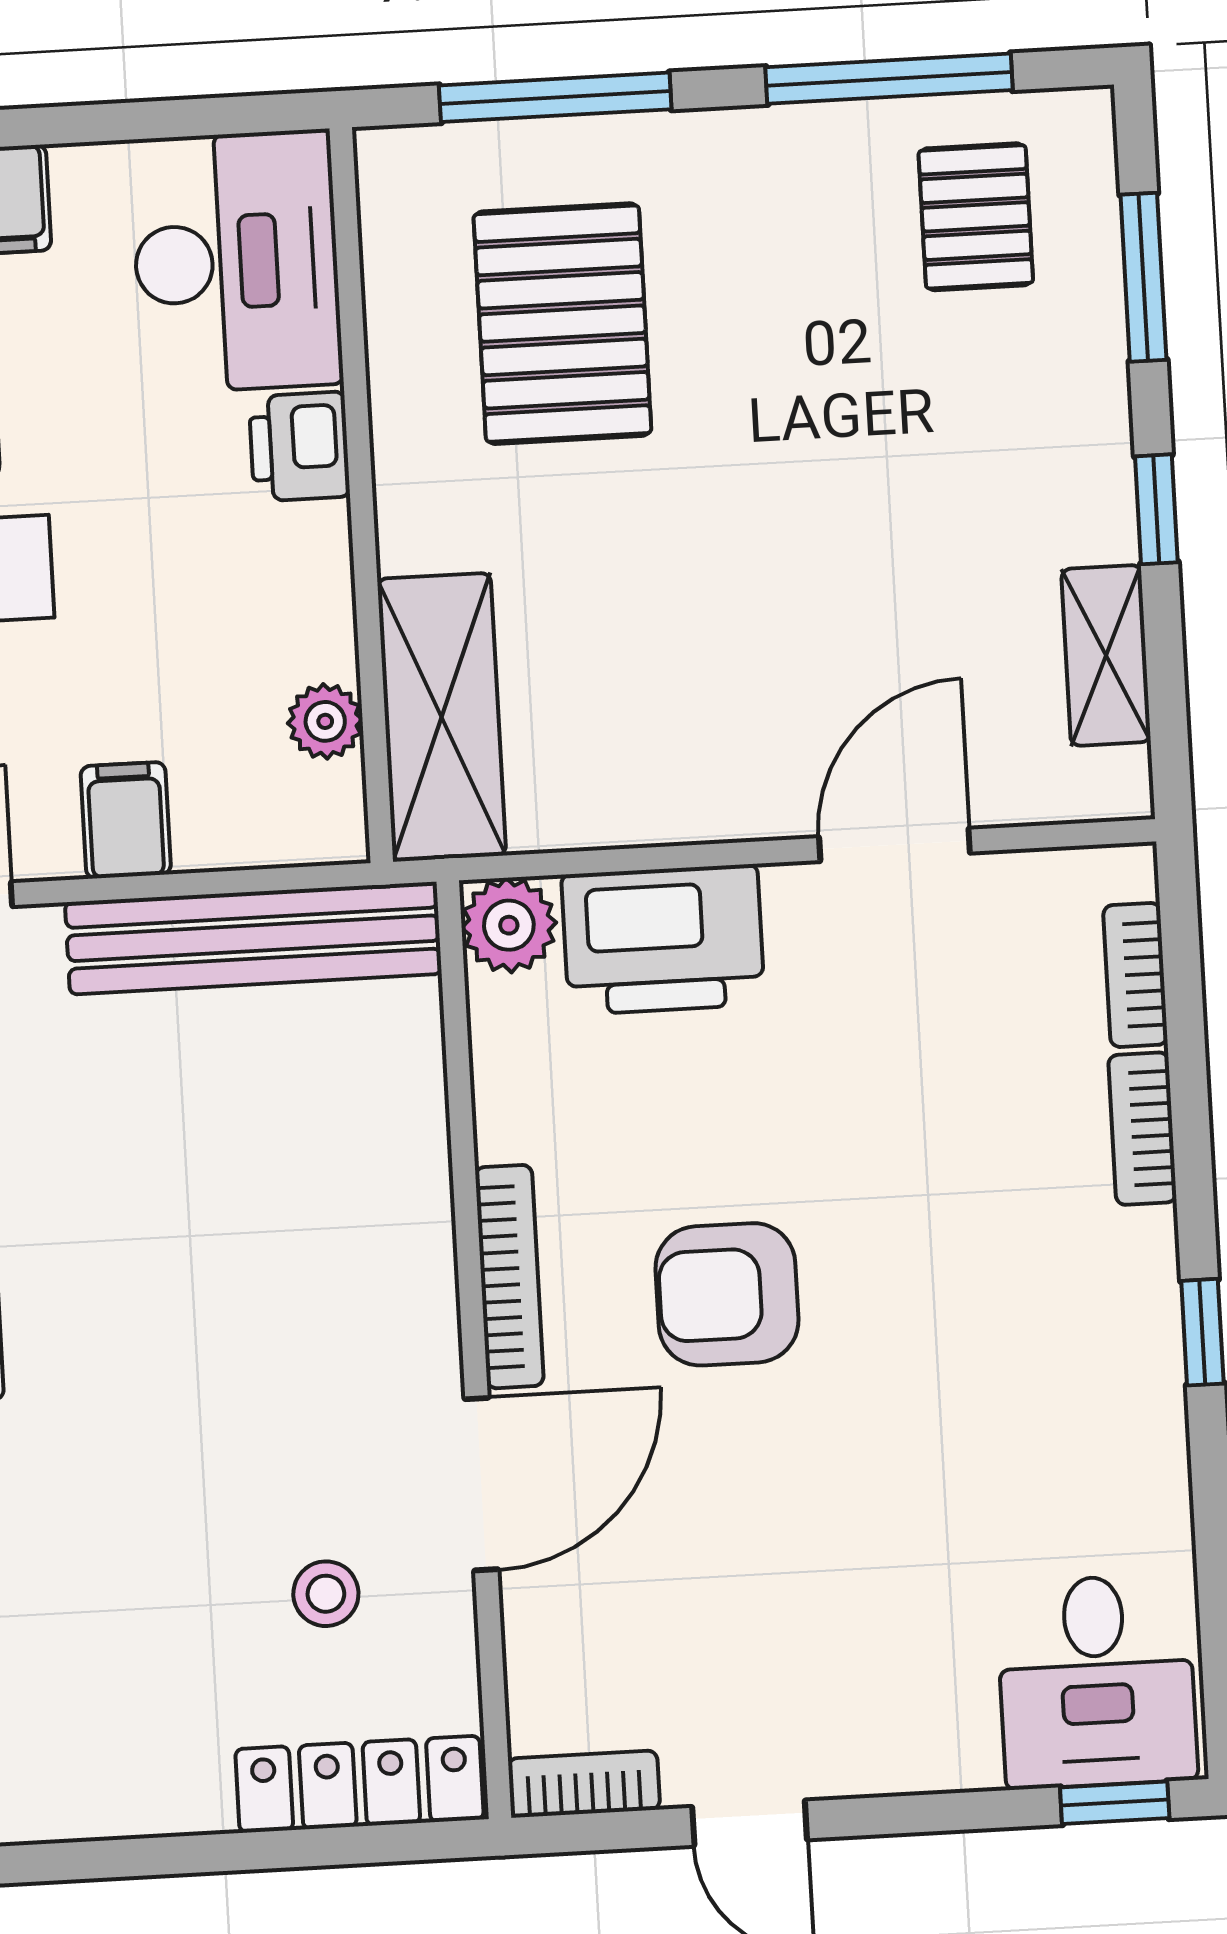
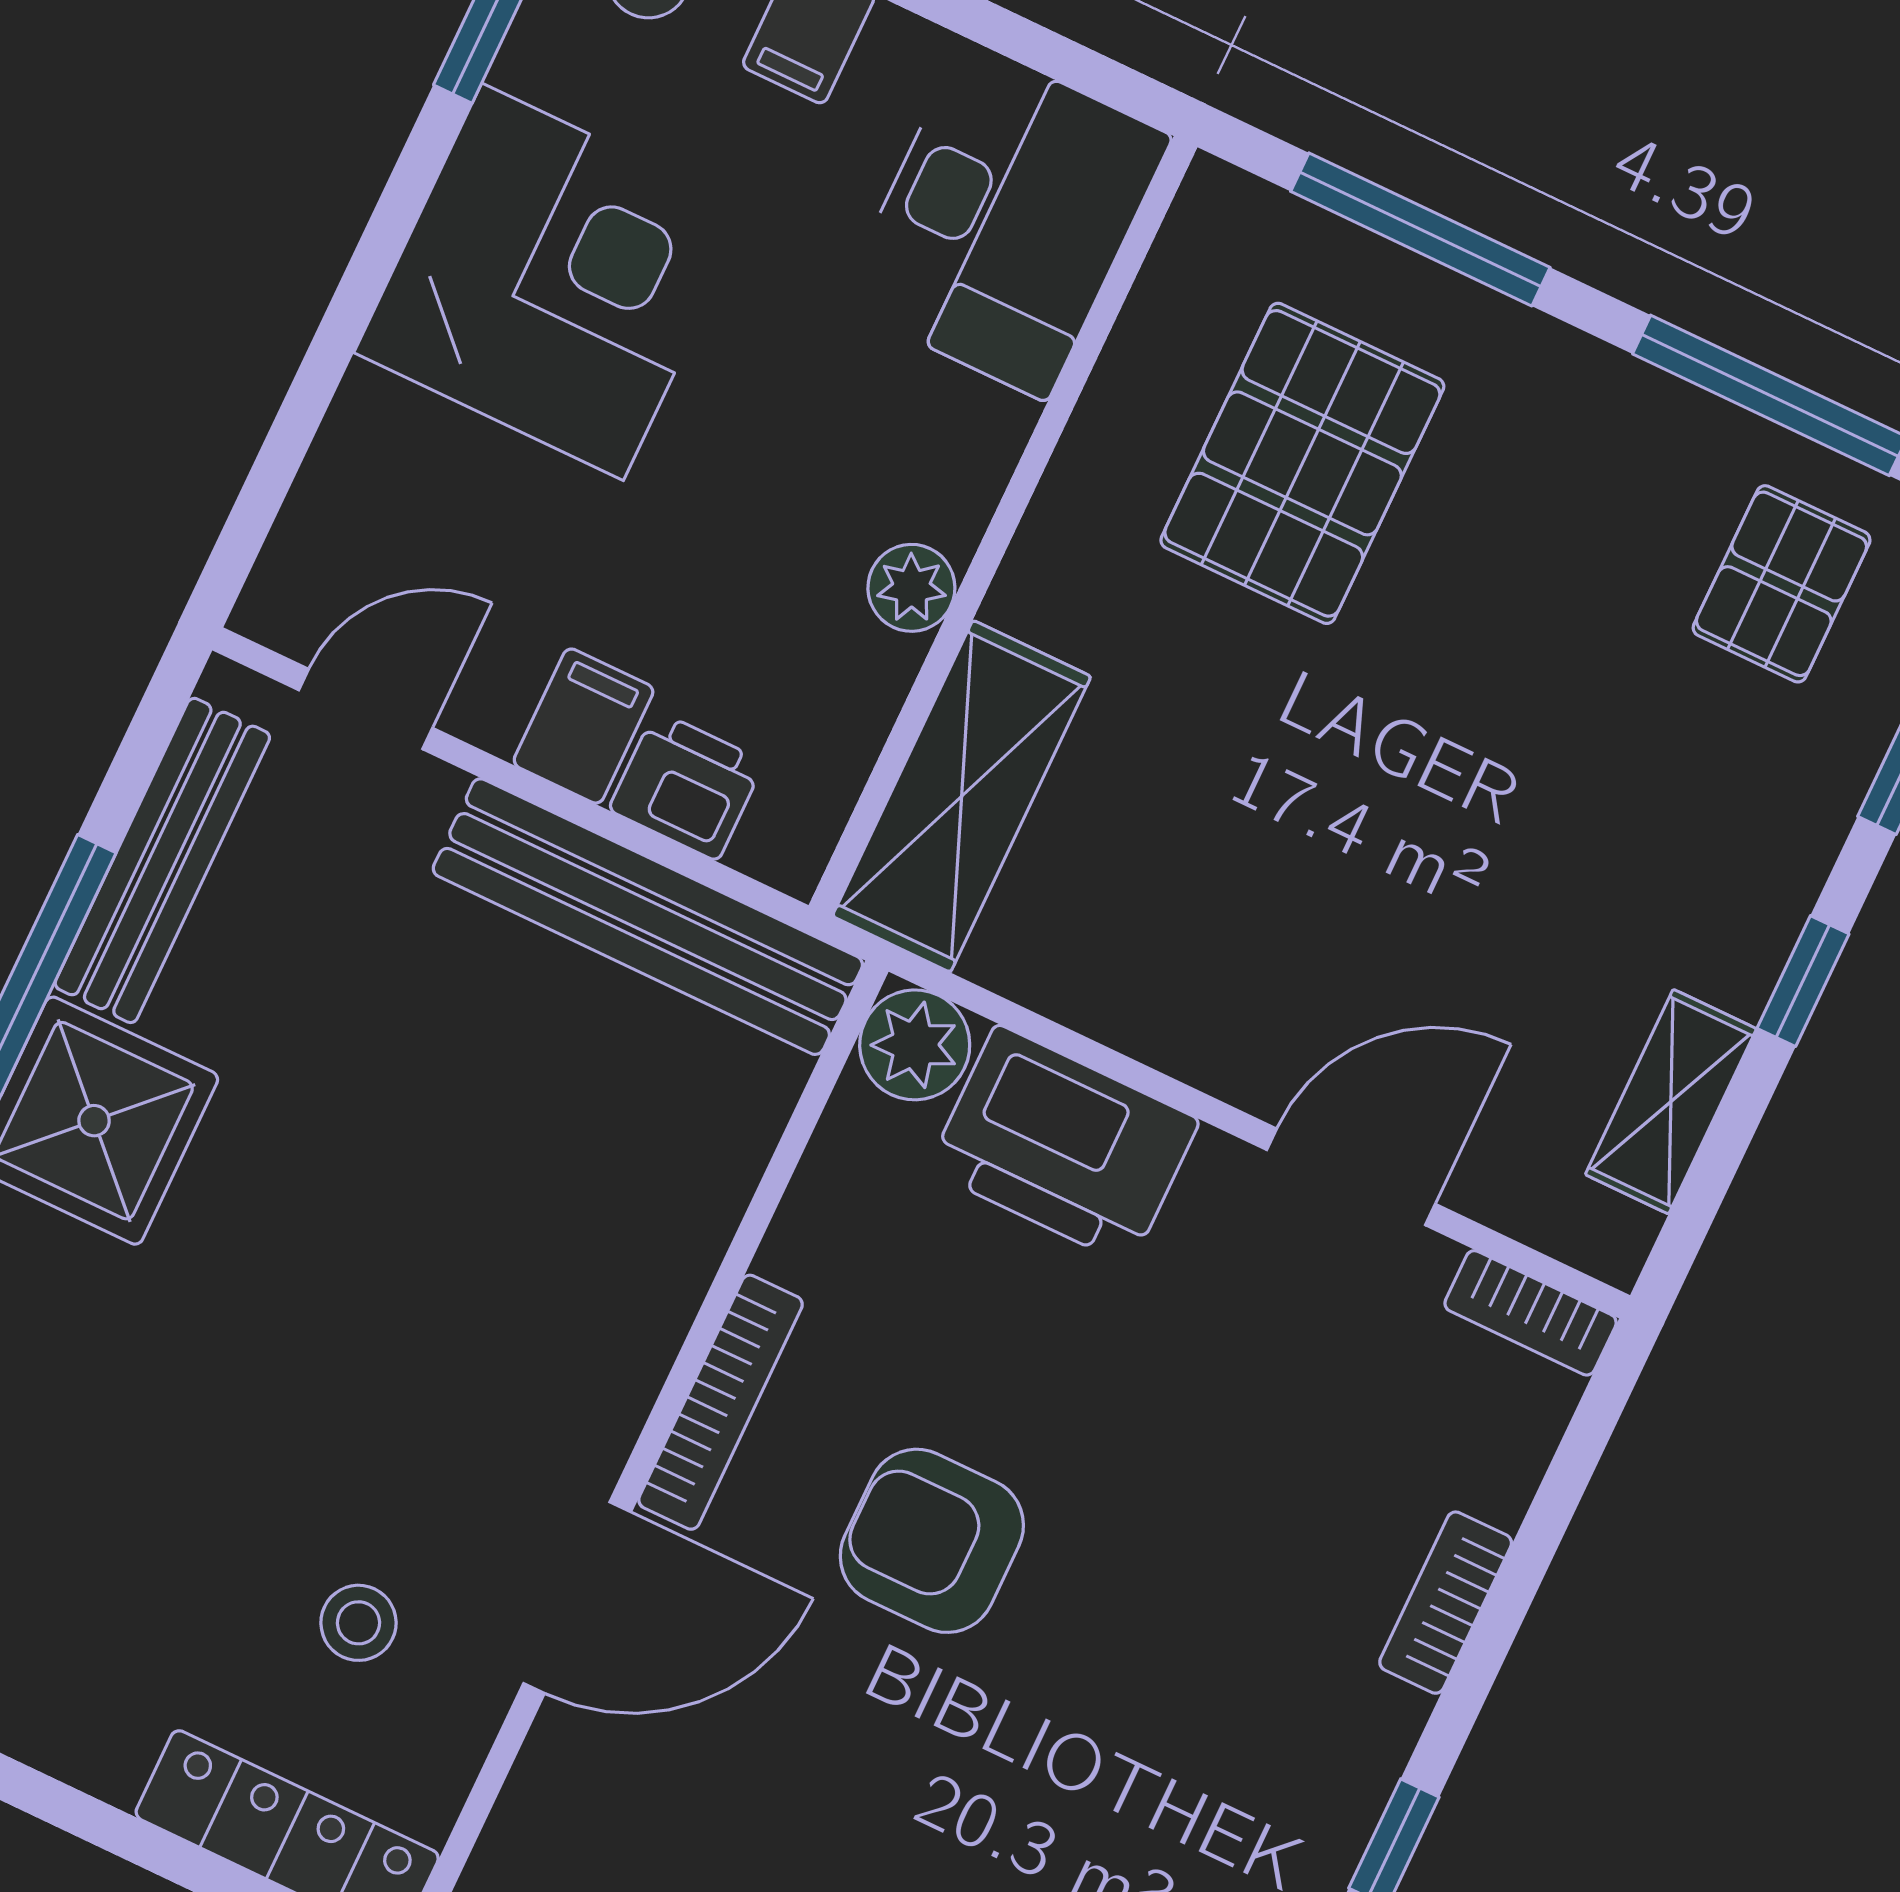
printer: (299, 447) -> (687, 786), moved, turned 90
plant: (325, 721) -> (911, 588), moved
bookcase: (1135, 975) -> (1531, 1313), moved, turned -90

